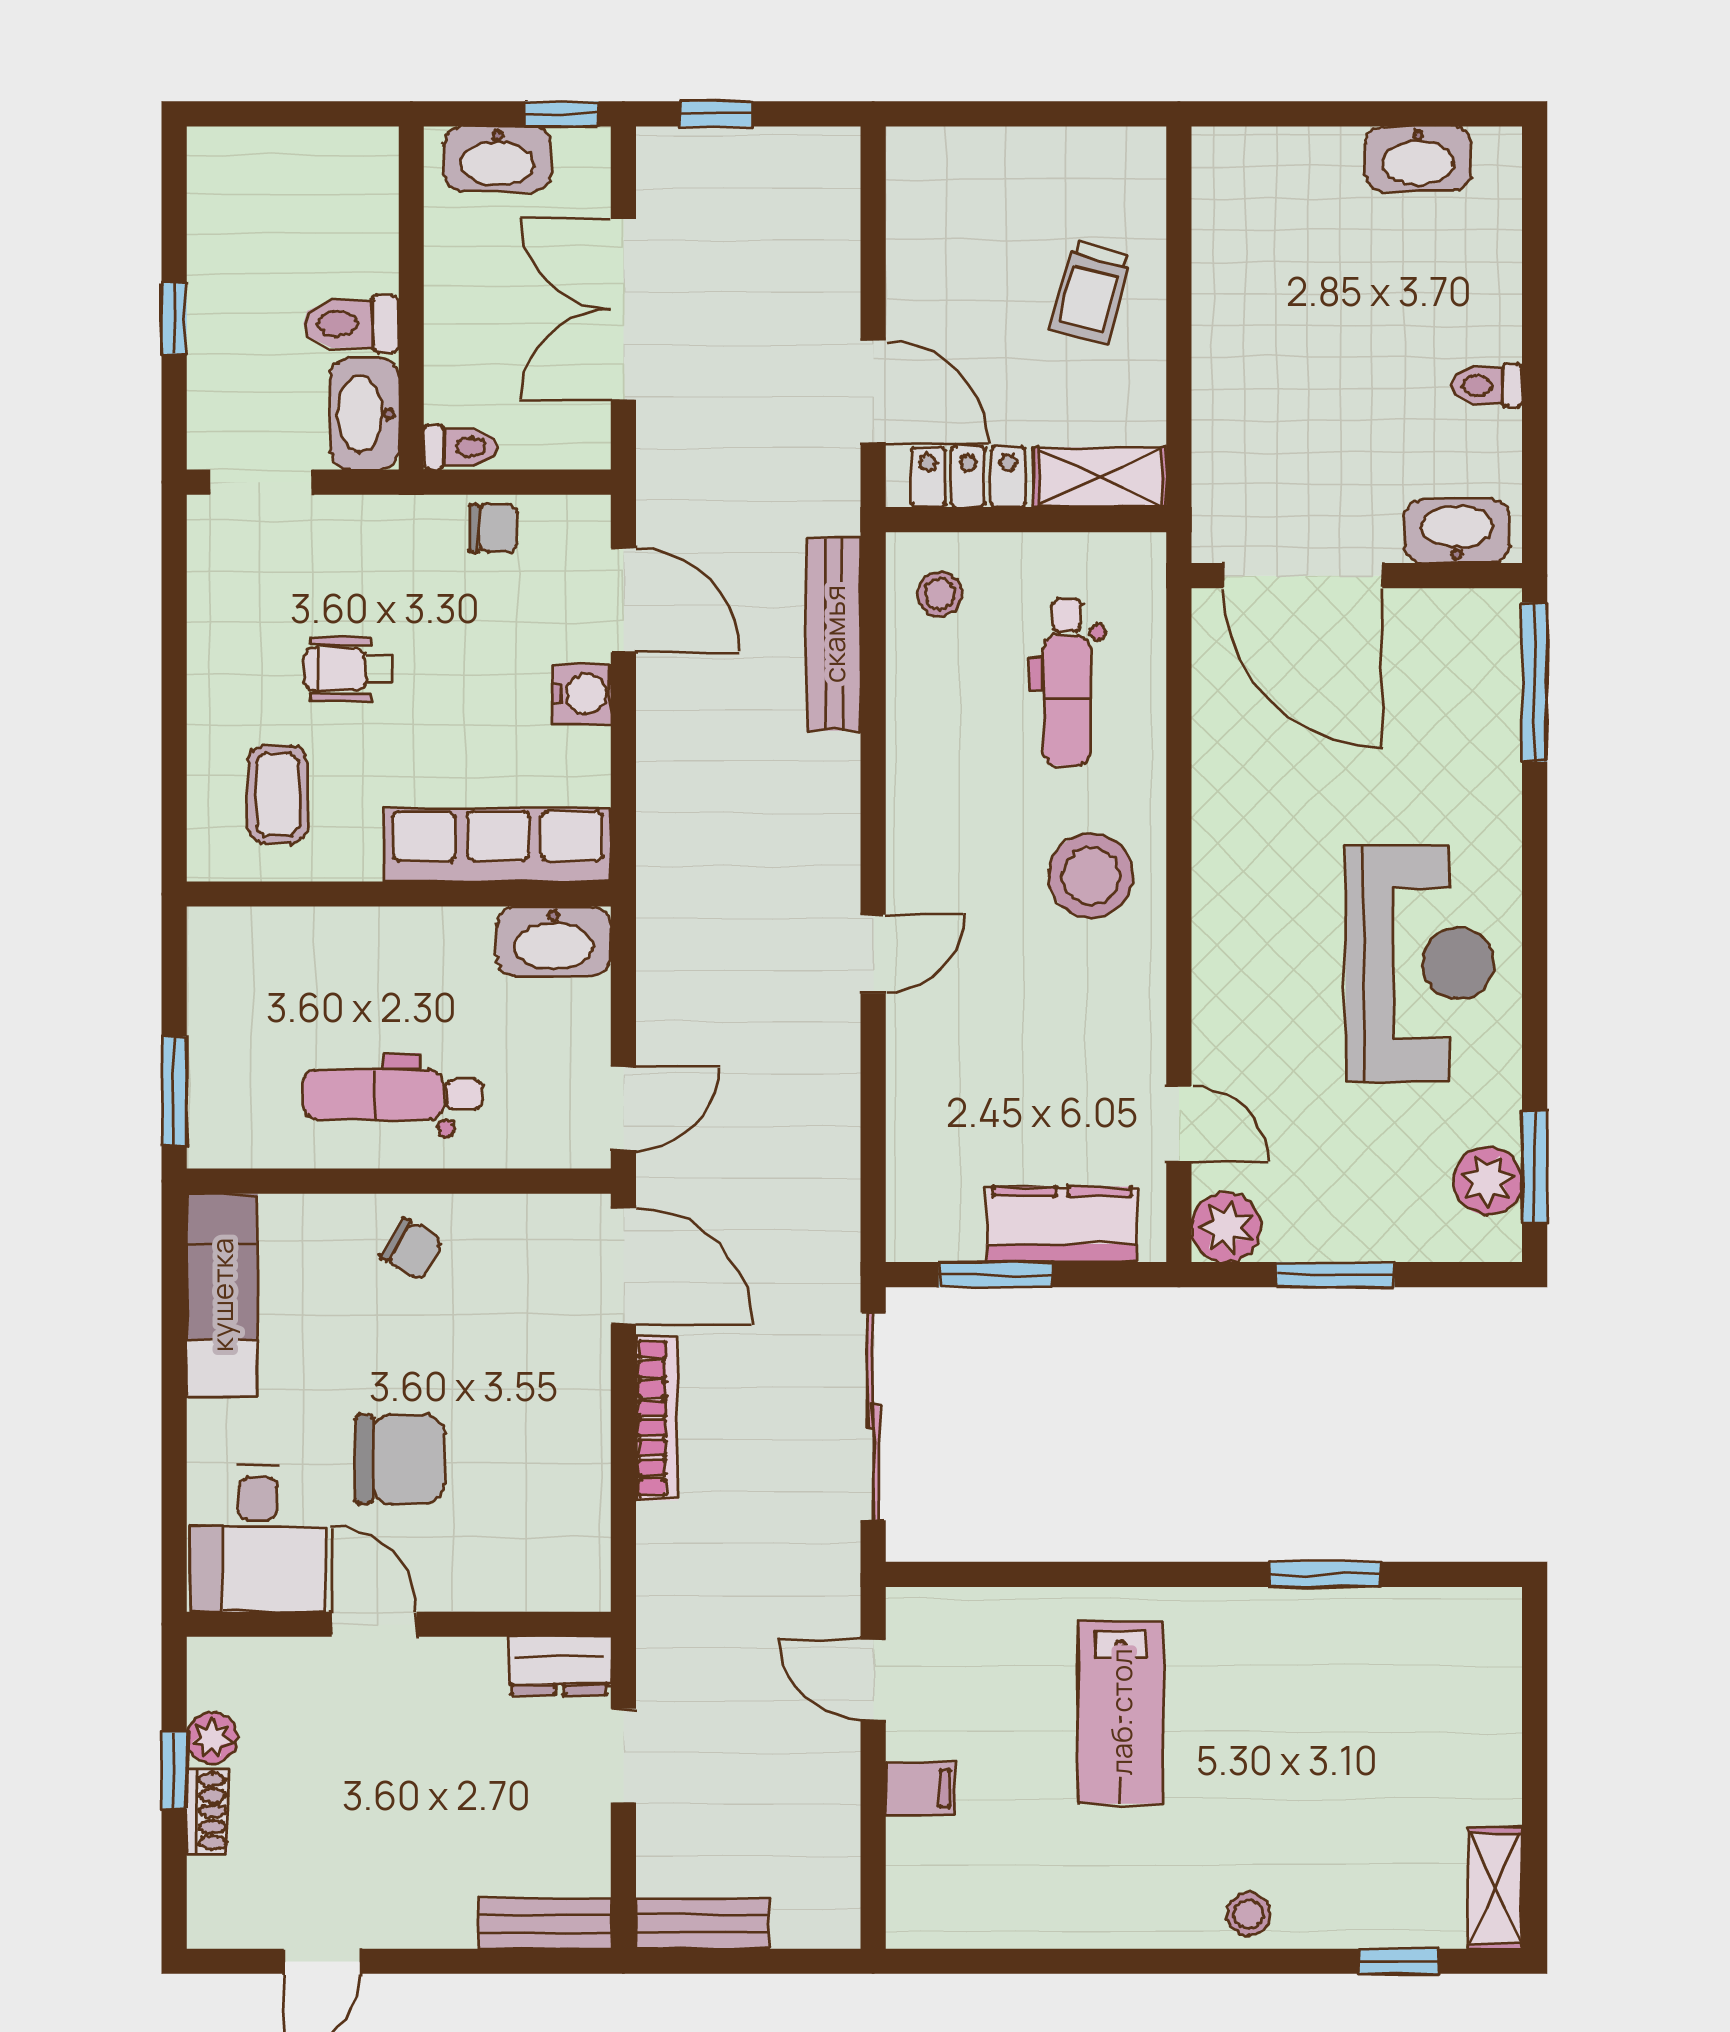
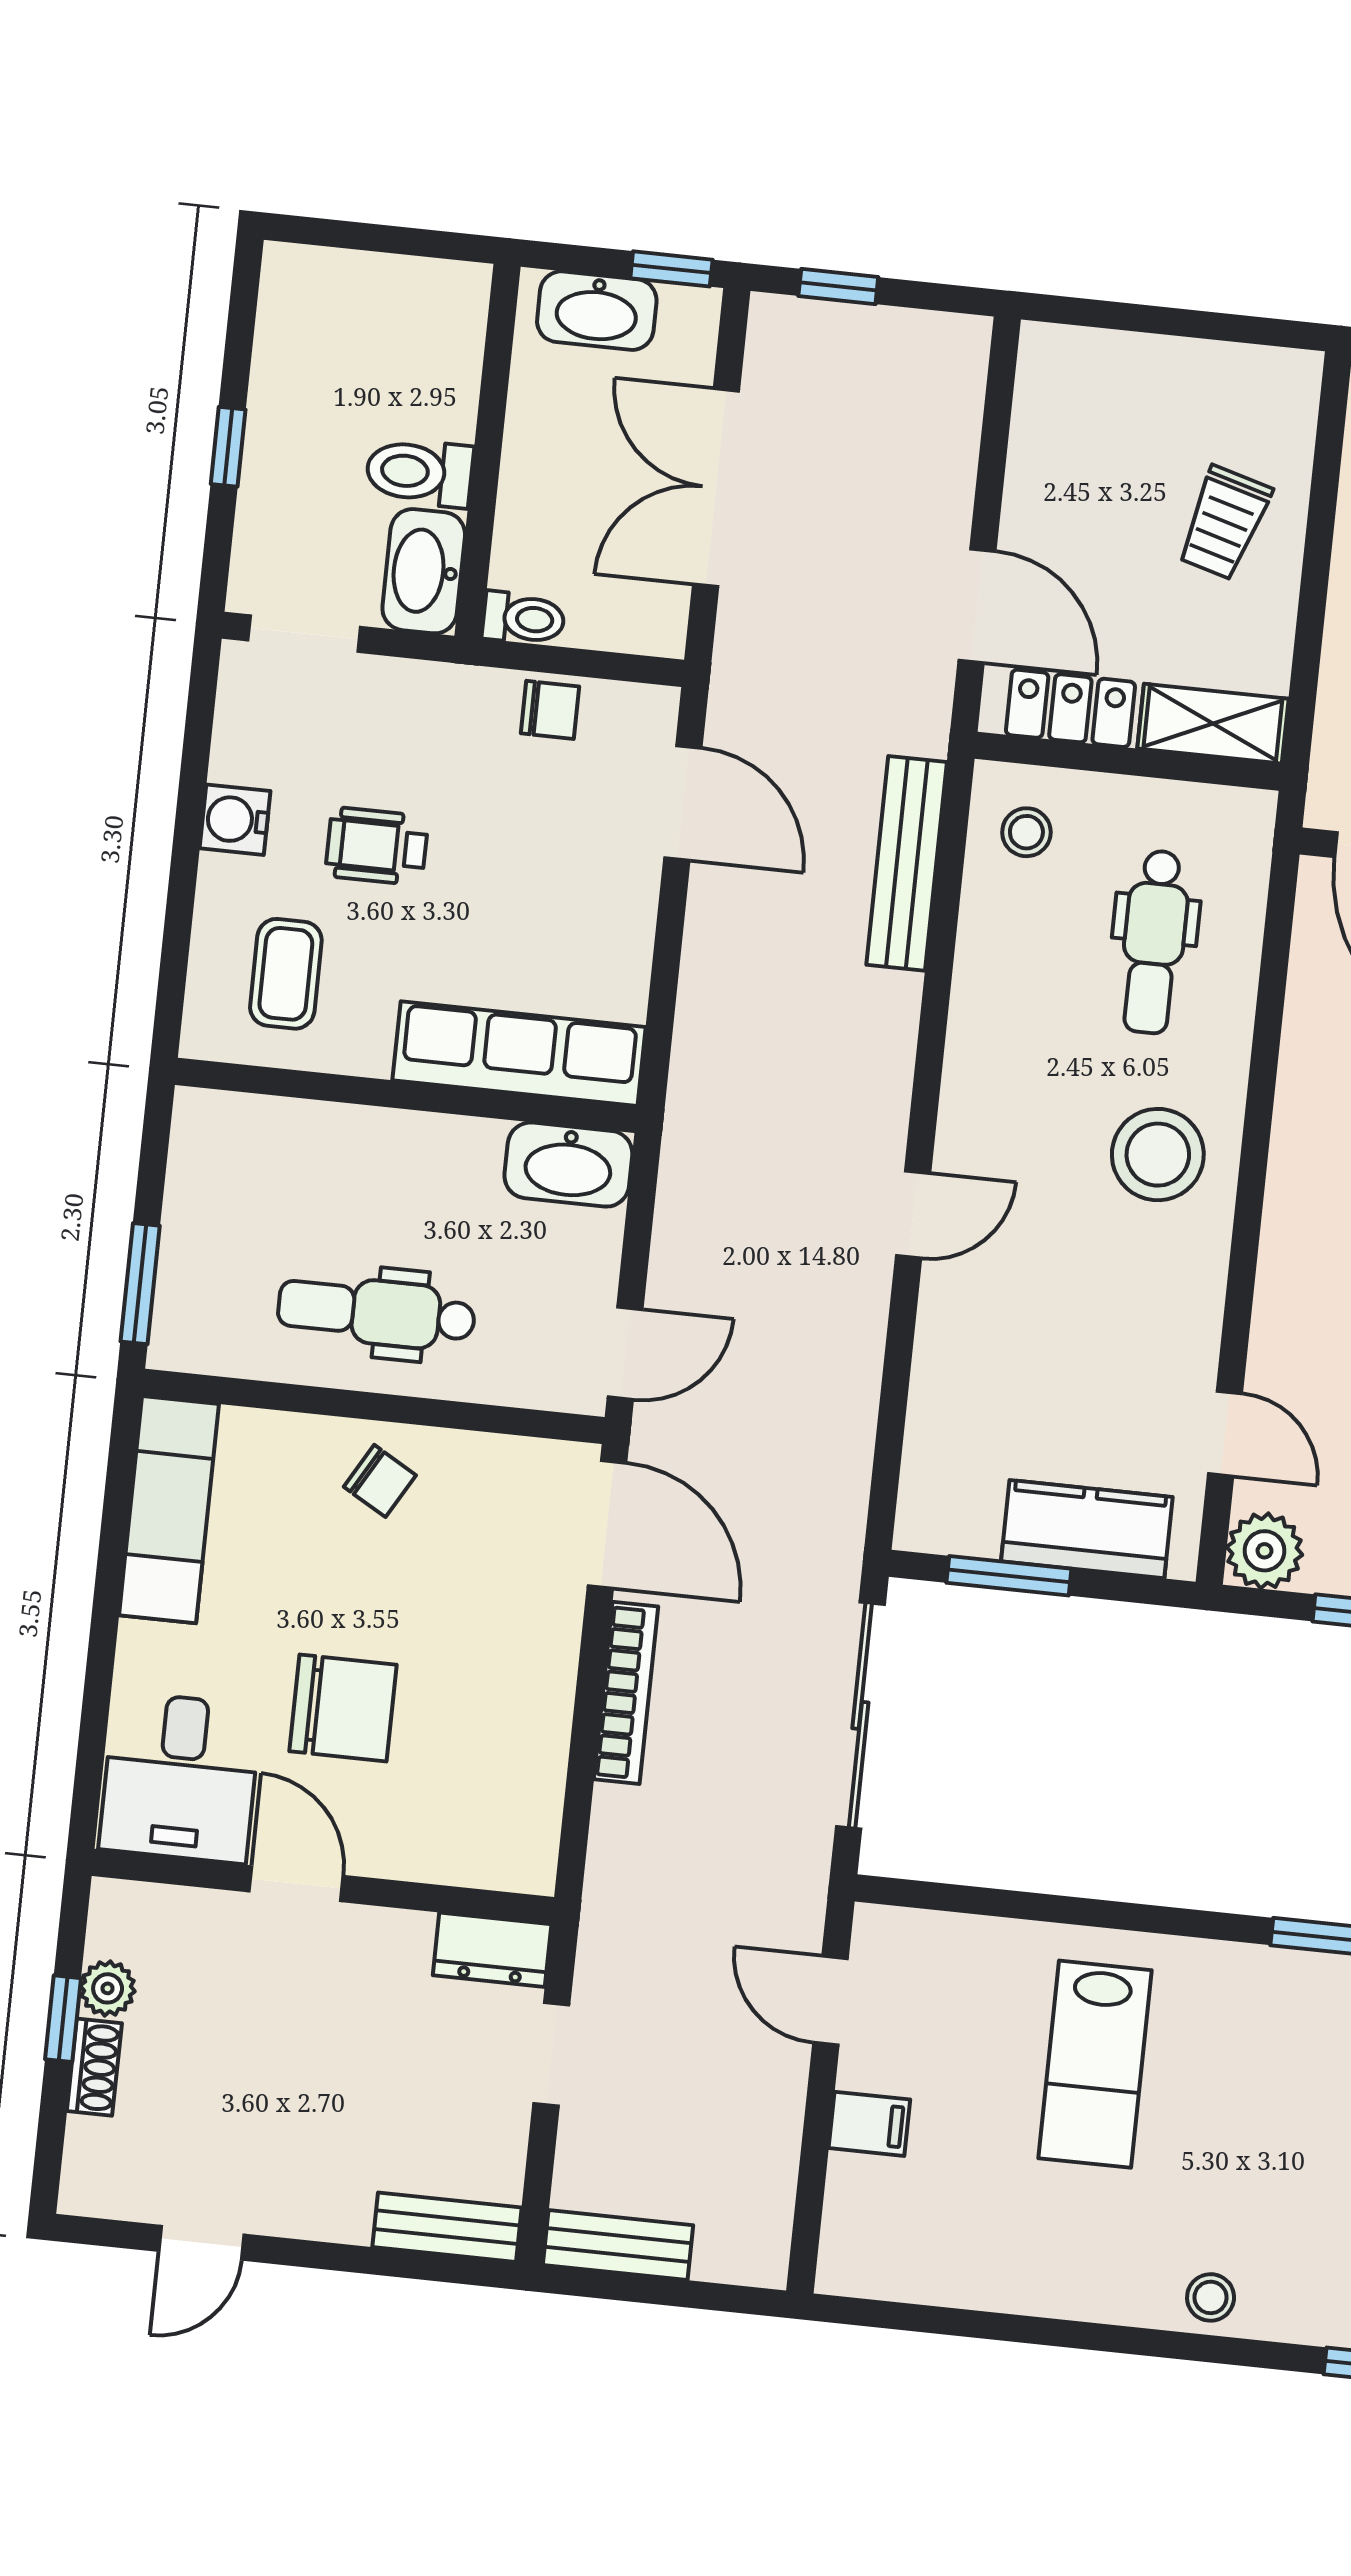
water cooler: (581, 694) -> (235, 820), moved, turned 180

